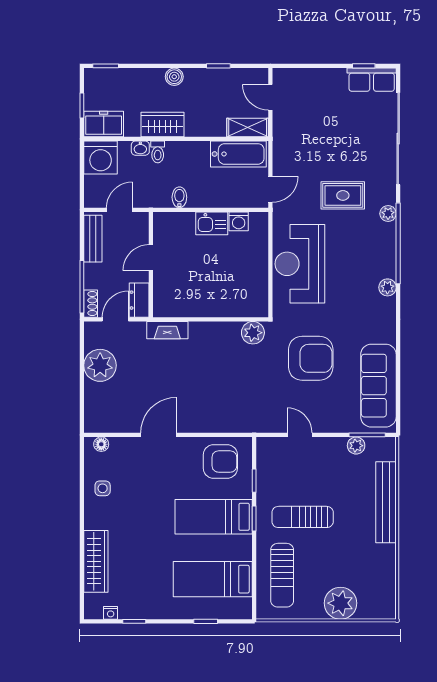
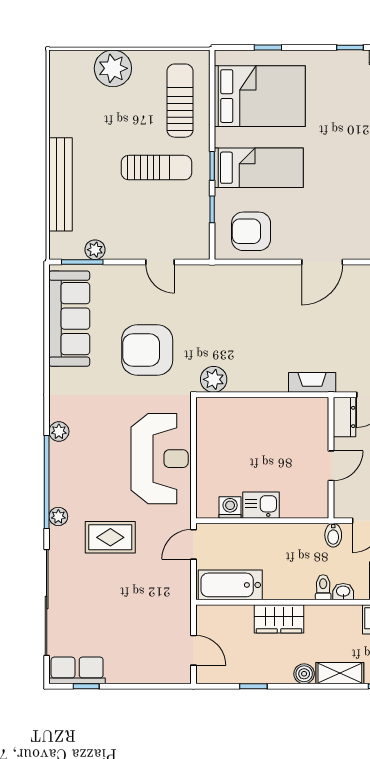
wardrobe: (163, 124) -> (279, 619), moved
shelving: (248, 128) -> (340, 673), moved
bidet: (179, 197) -> (333, 535), moved
bed: (213, 579) -> (260, 96), width x1.50

